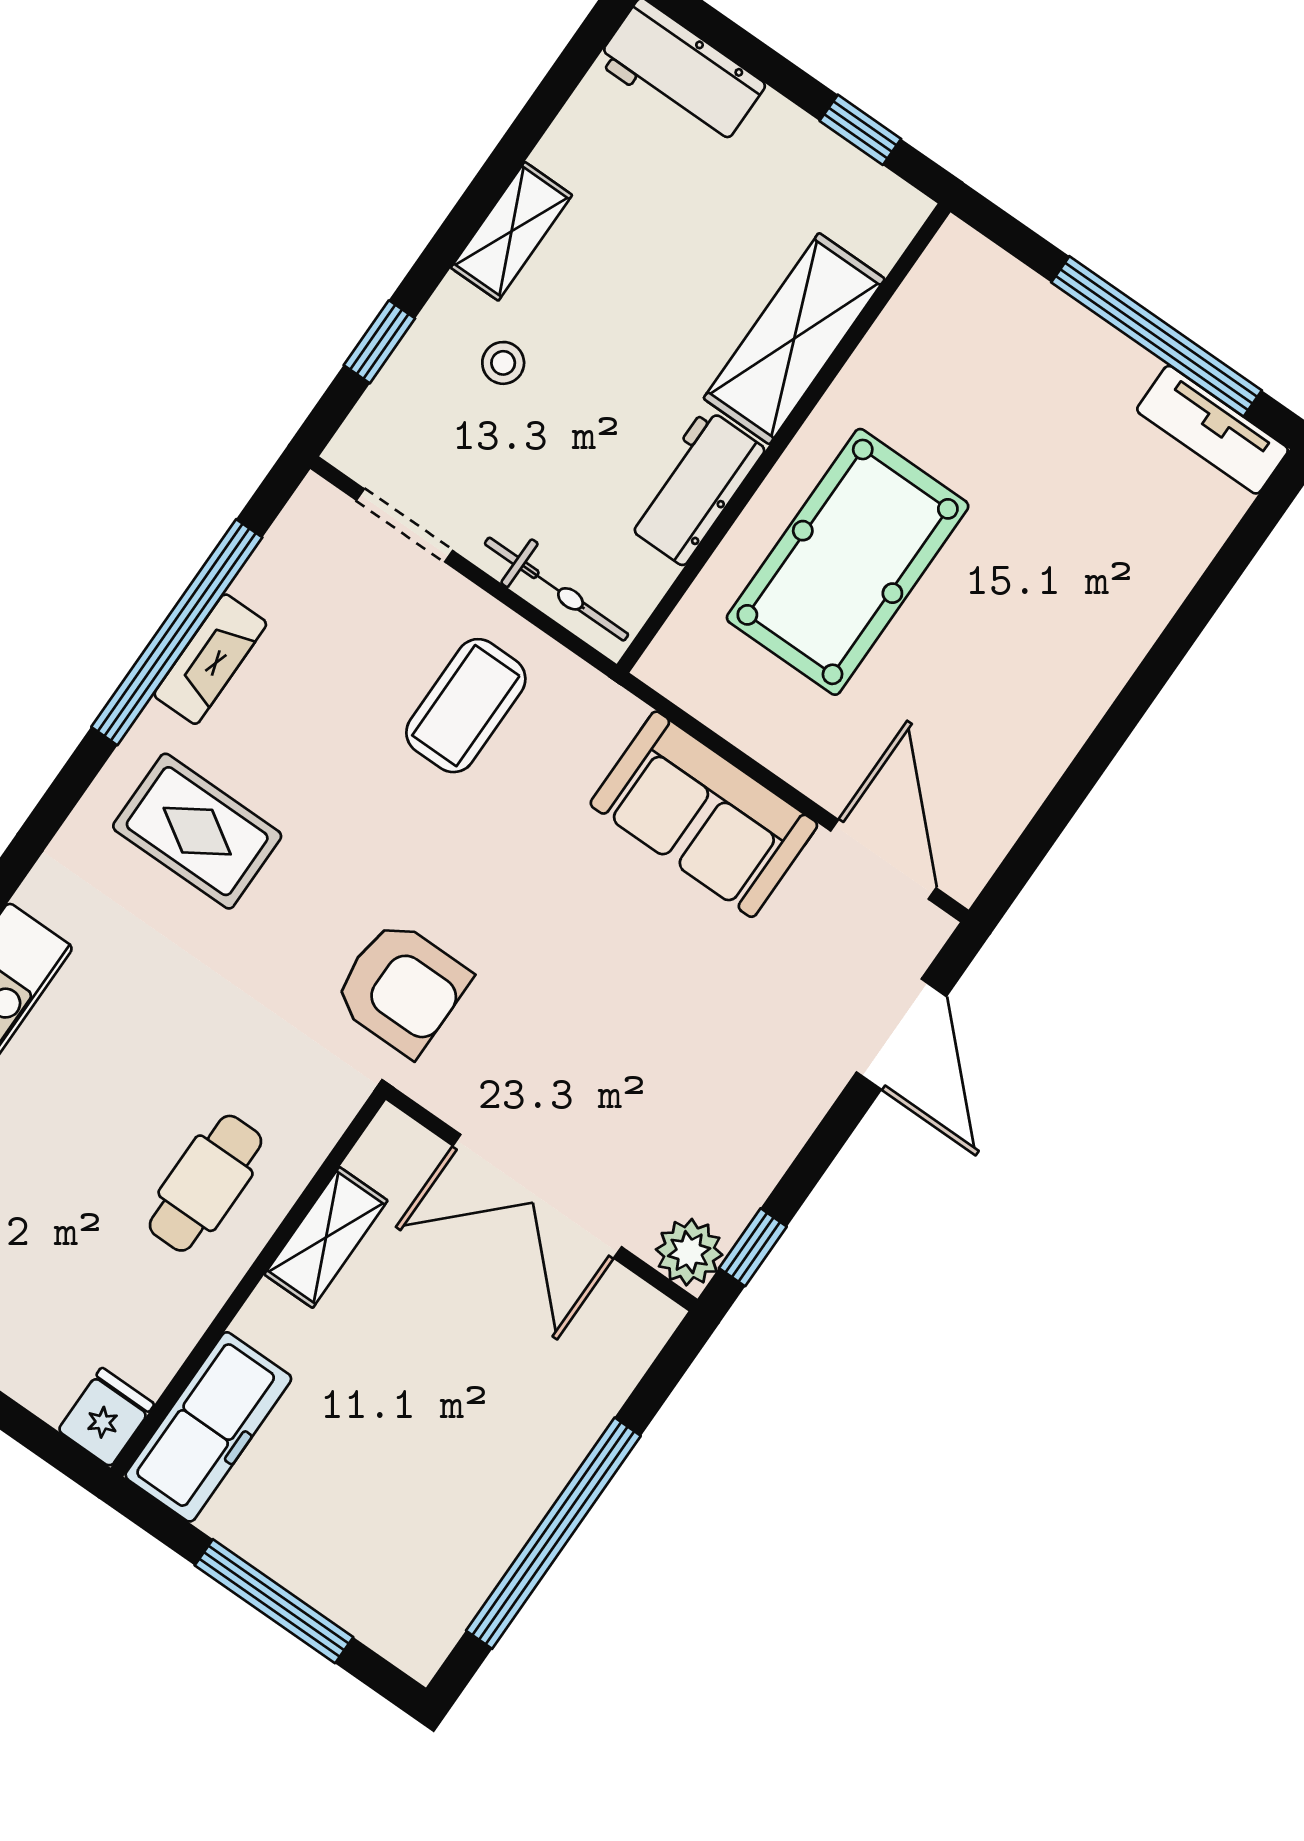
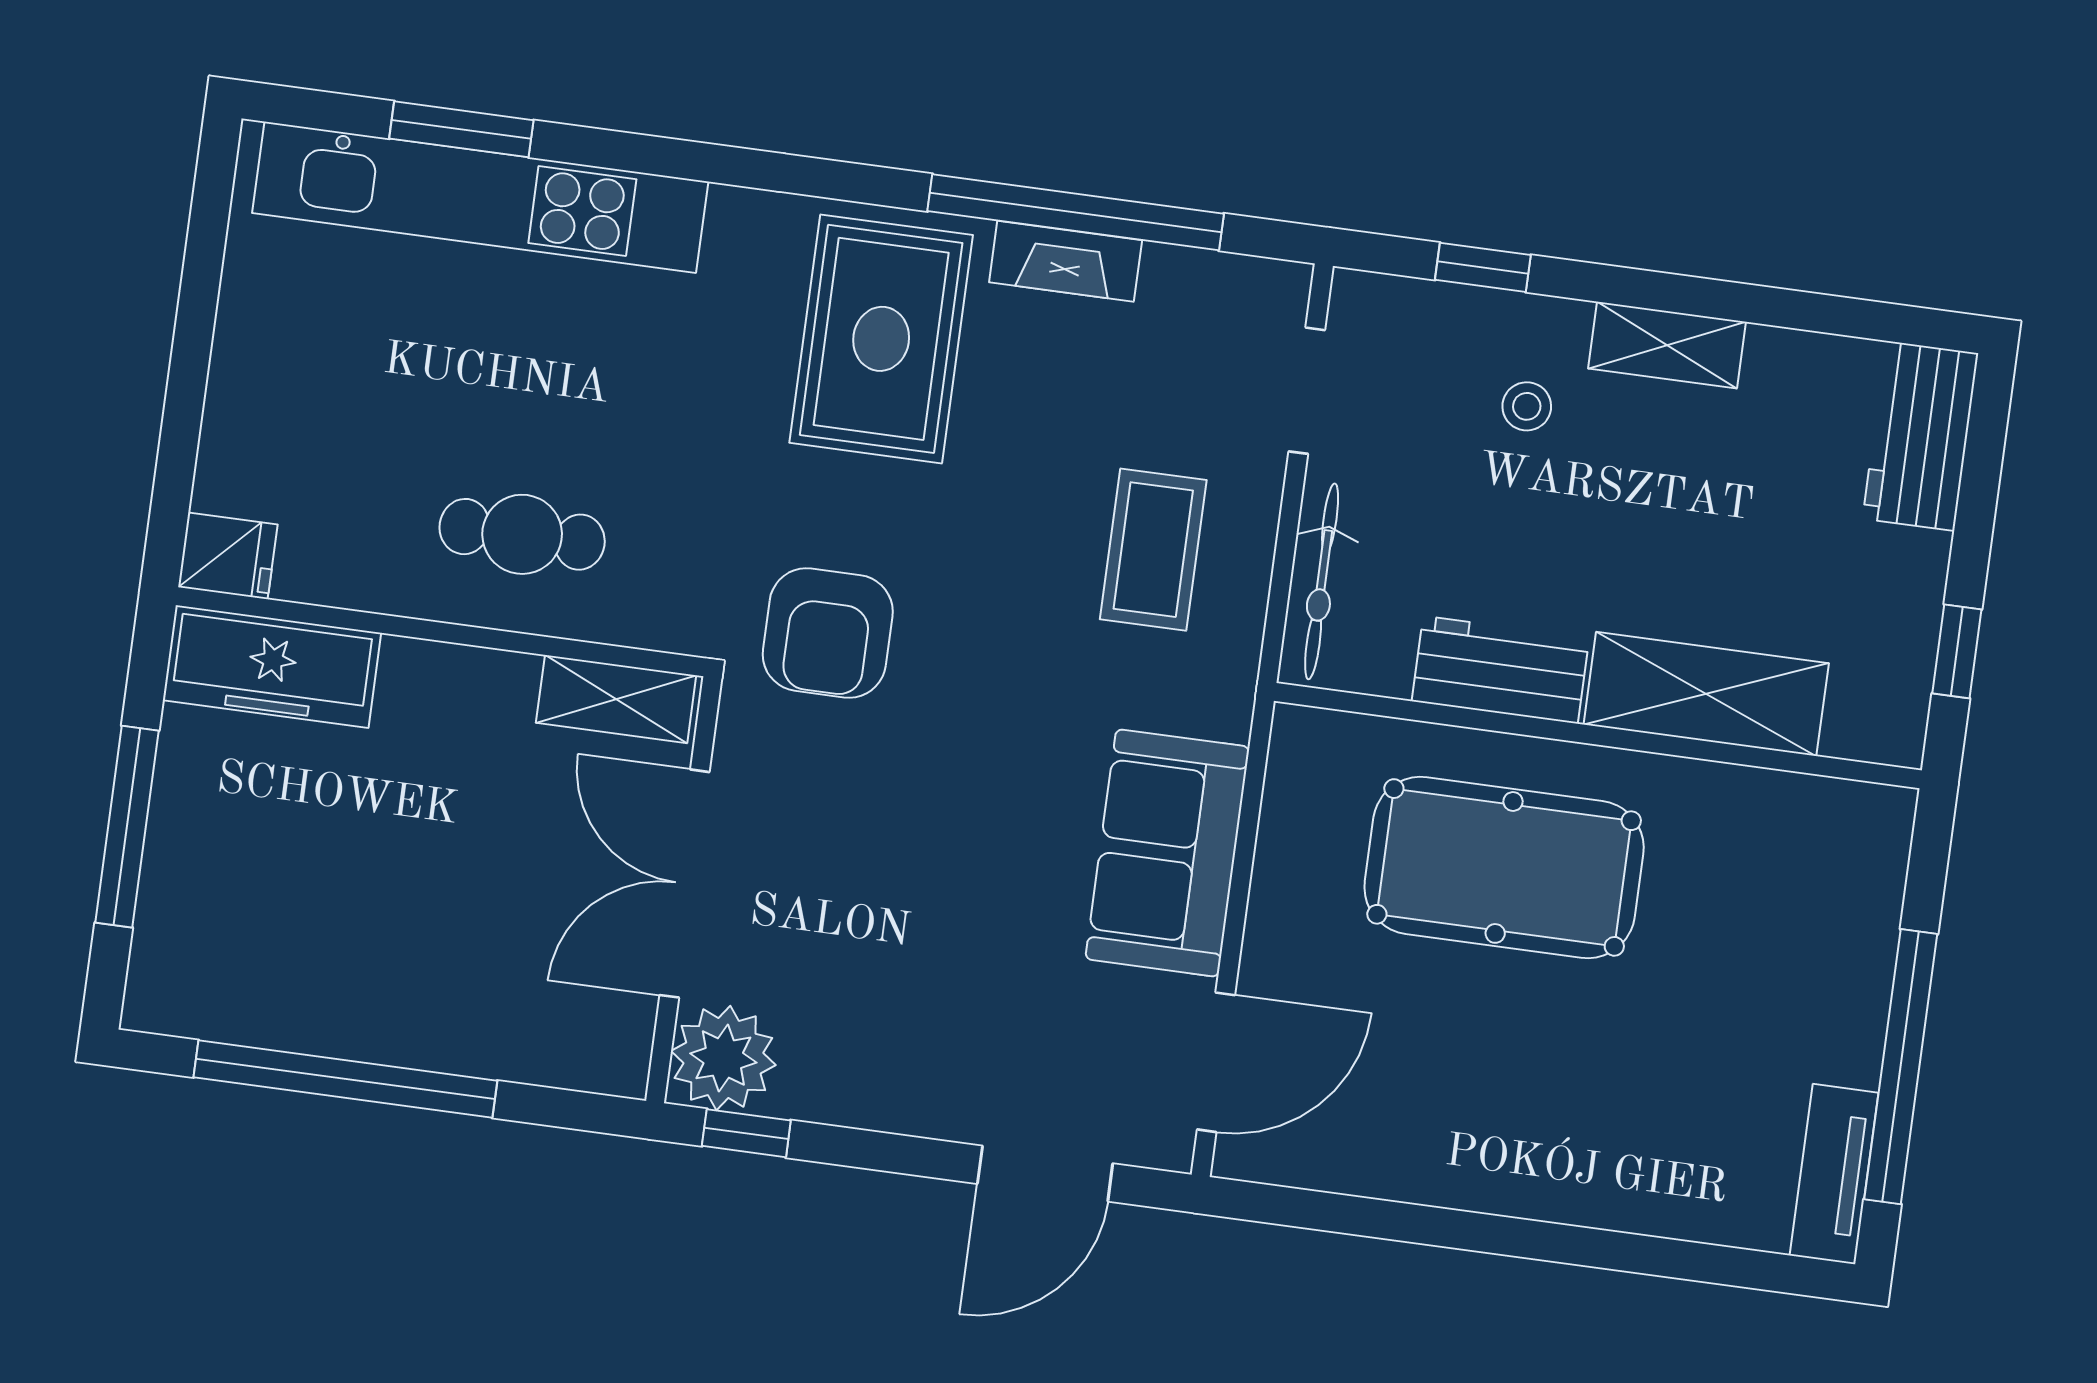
coffee table: (466, 706) -> (1153, 550), turned 90
rug: (197, 831) -> (881, 339), width x1.36, depth x1.43
shelving: (326, 1237) -> (616, 699), moved
plant: (689, 1252) -> (723, 1058), width x1.36, depth x1.36

